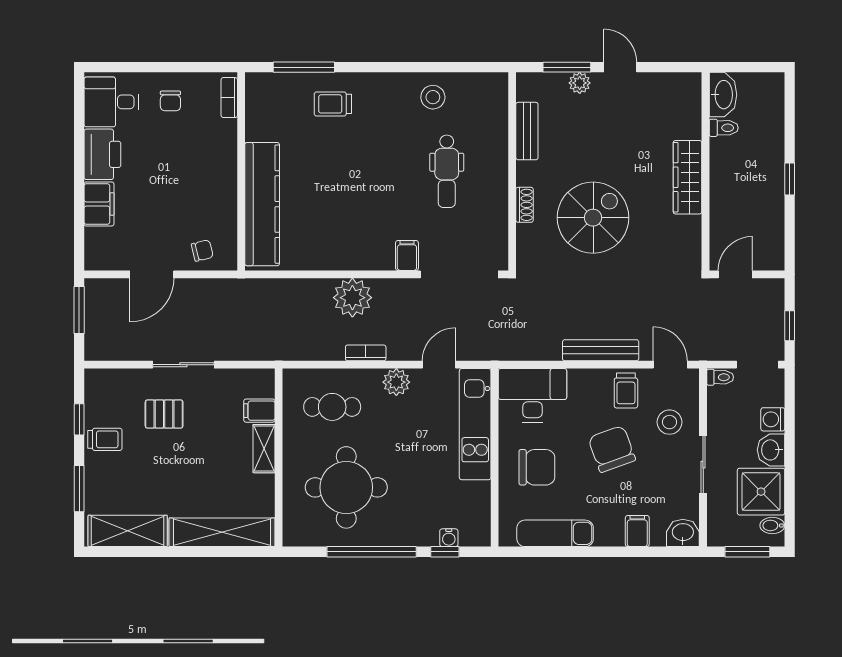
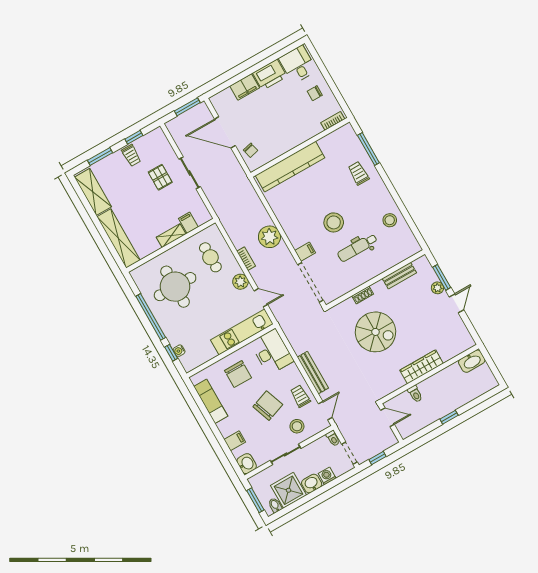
toilet: (724, 128) -> (415, 394), moved
stool: (387, 186) -> (334, 222), added
door: (152, 274) -> (225, 132), width x1.36
trolley: (626, 390) -> (300, 396), turned 90

